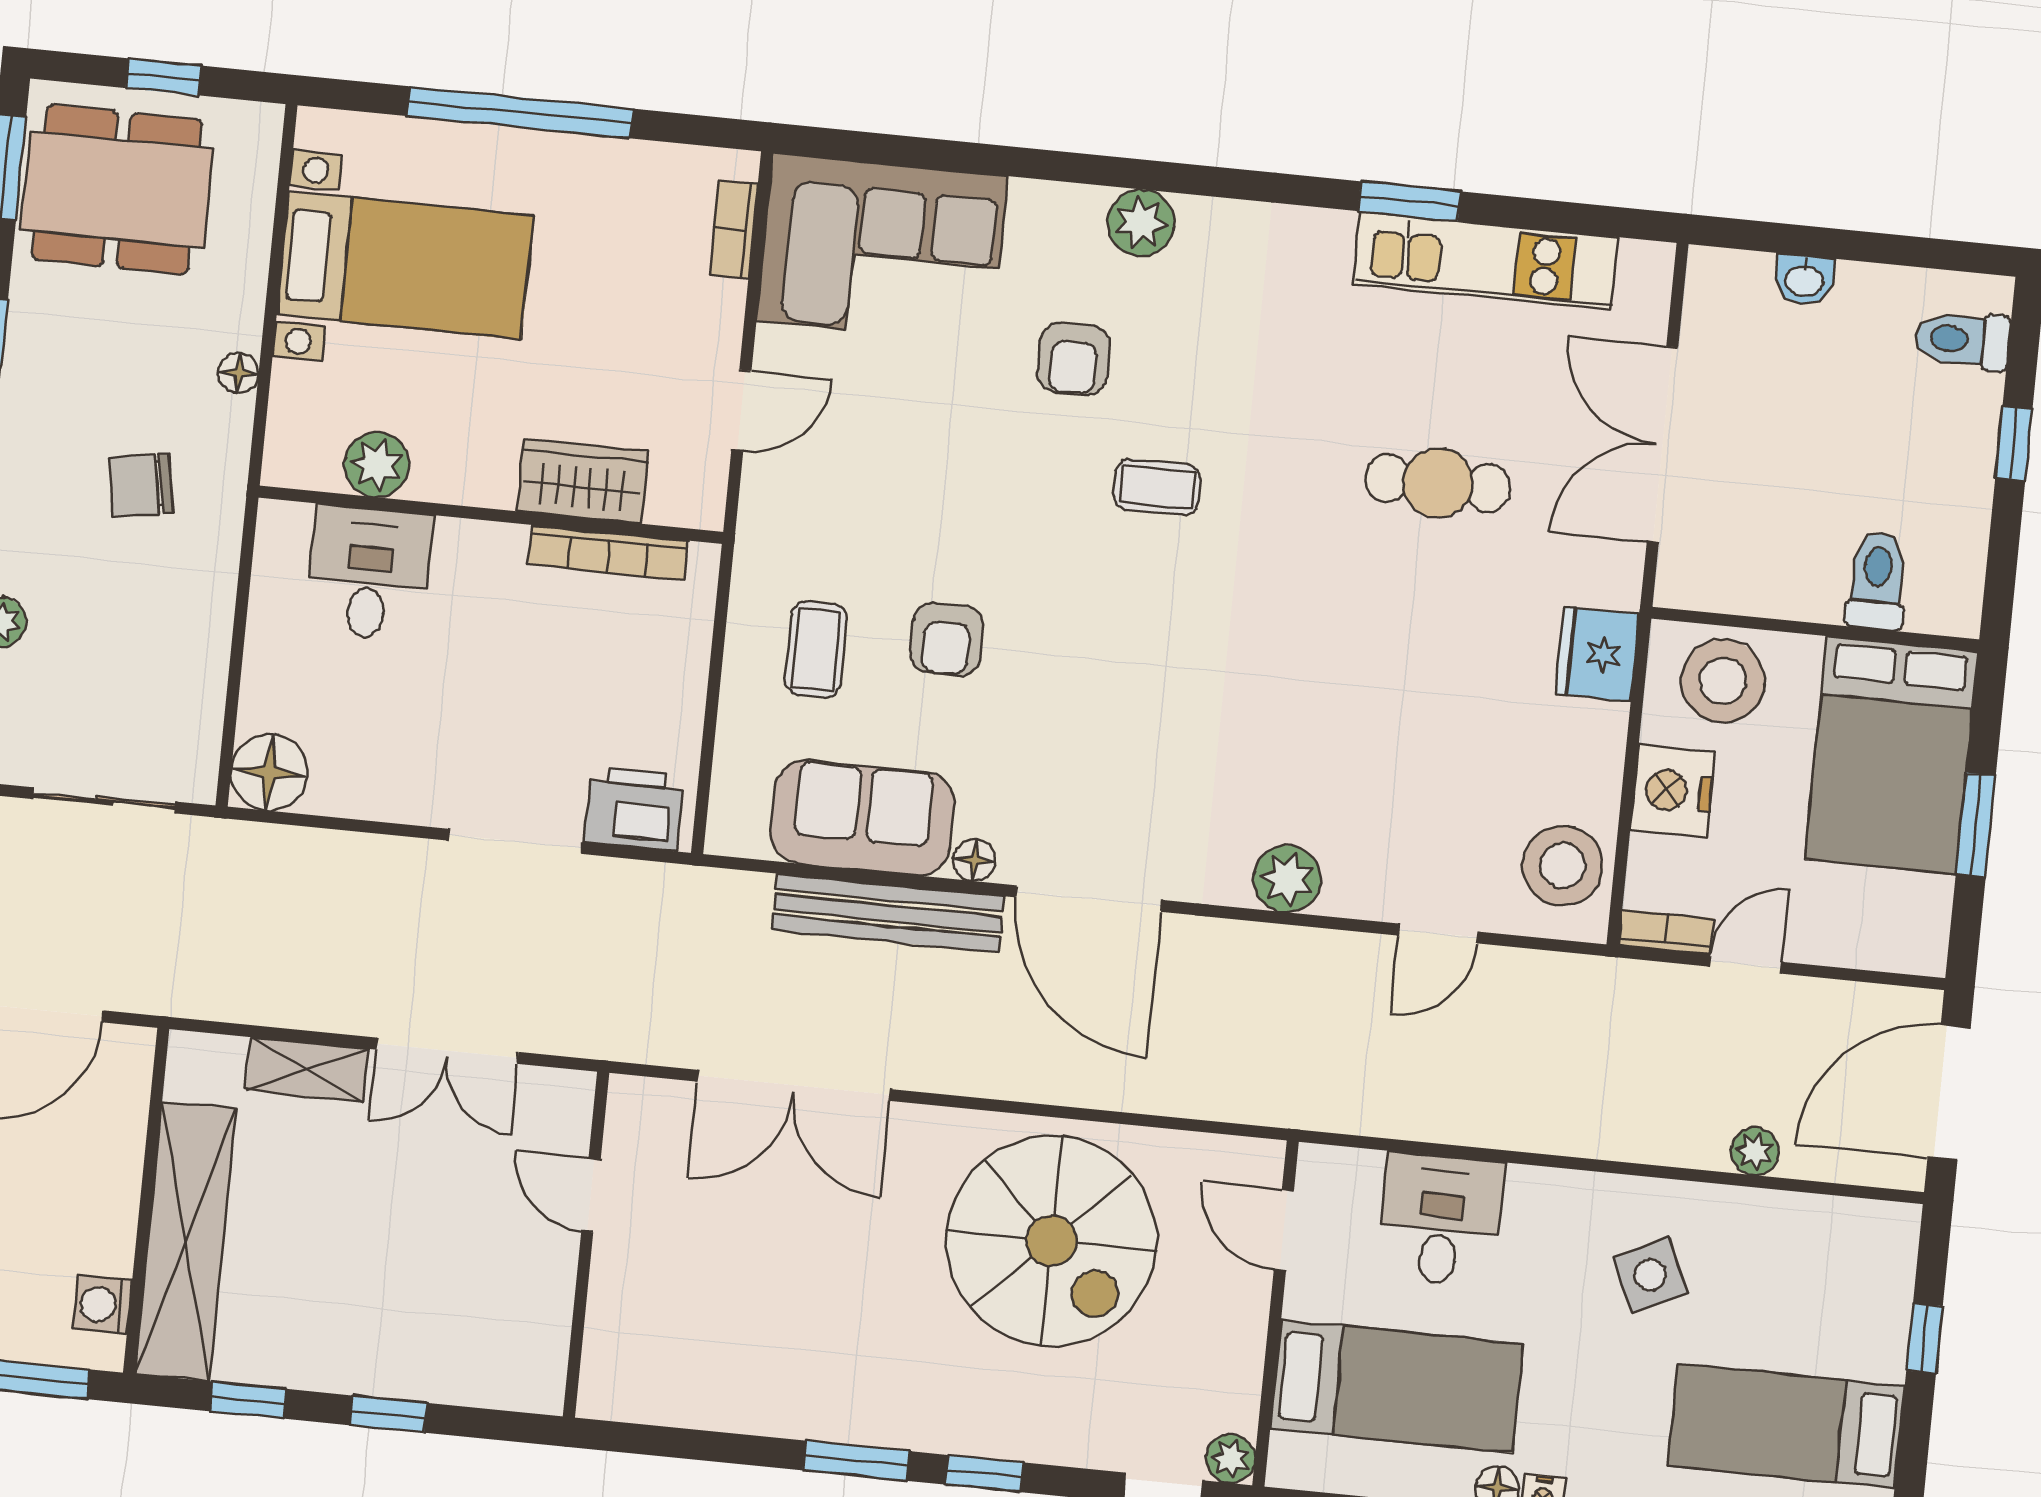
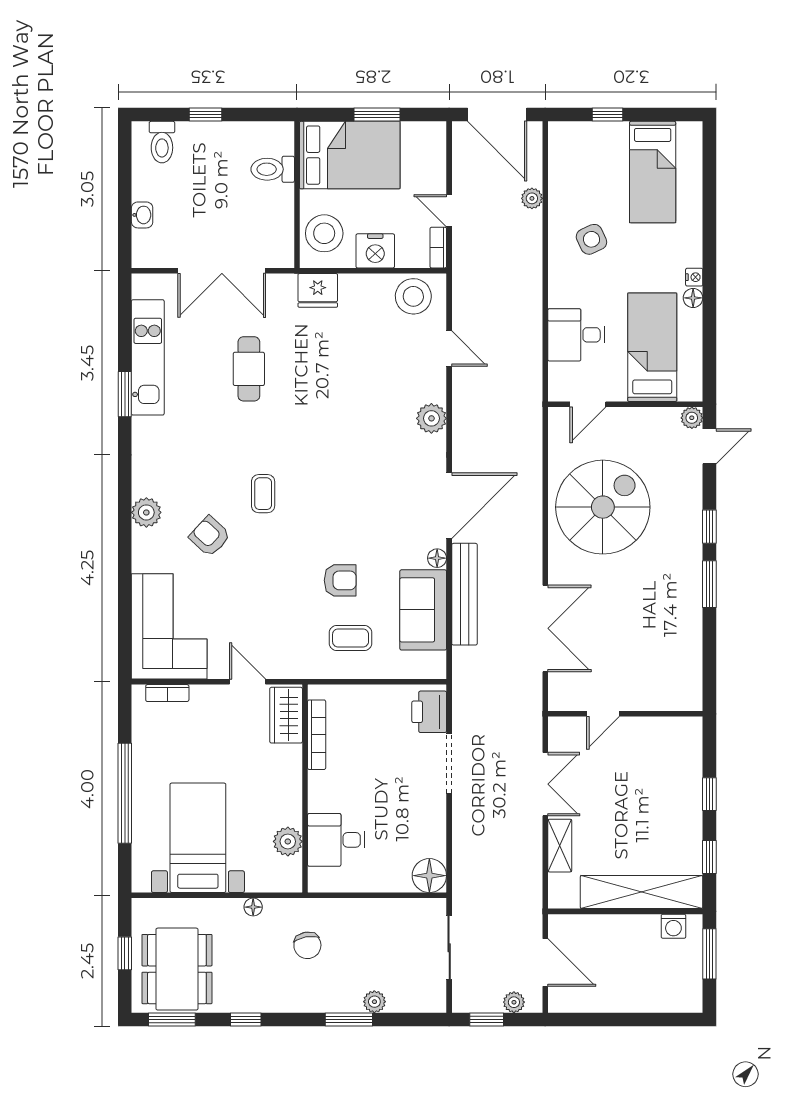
armchair: (1074, 359) -> (210, 536), turned -137
wardrobe: (582, 481) -> (286, 715), moved

